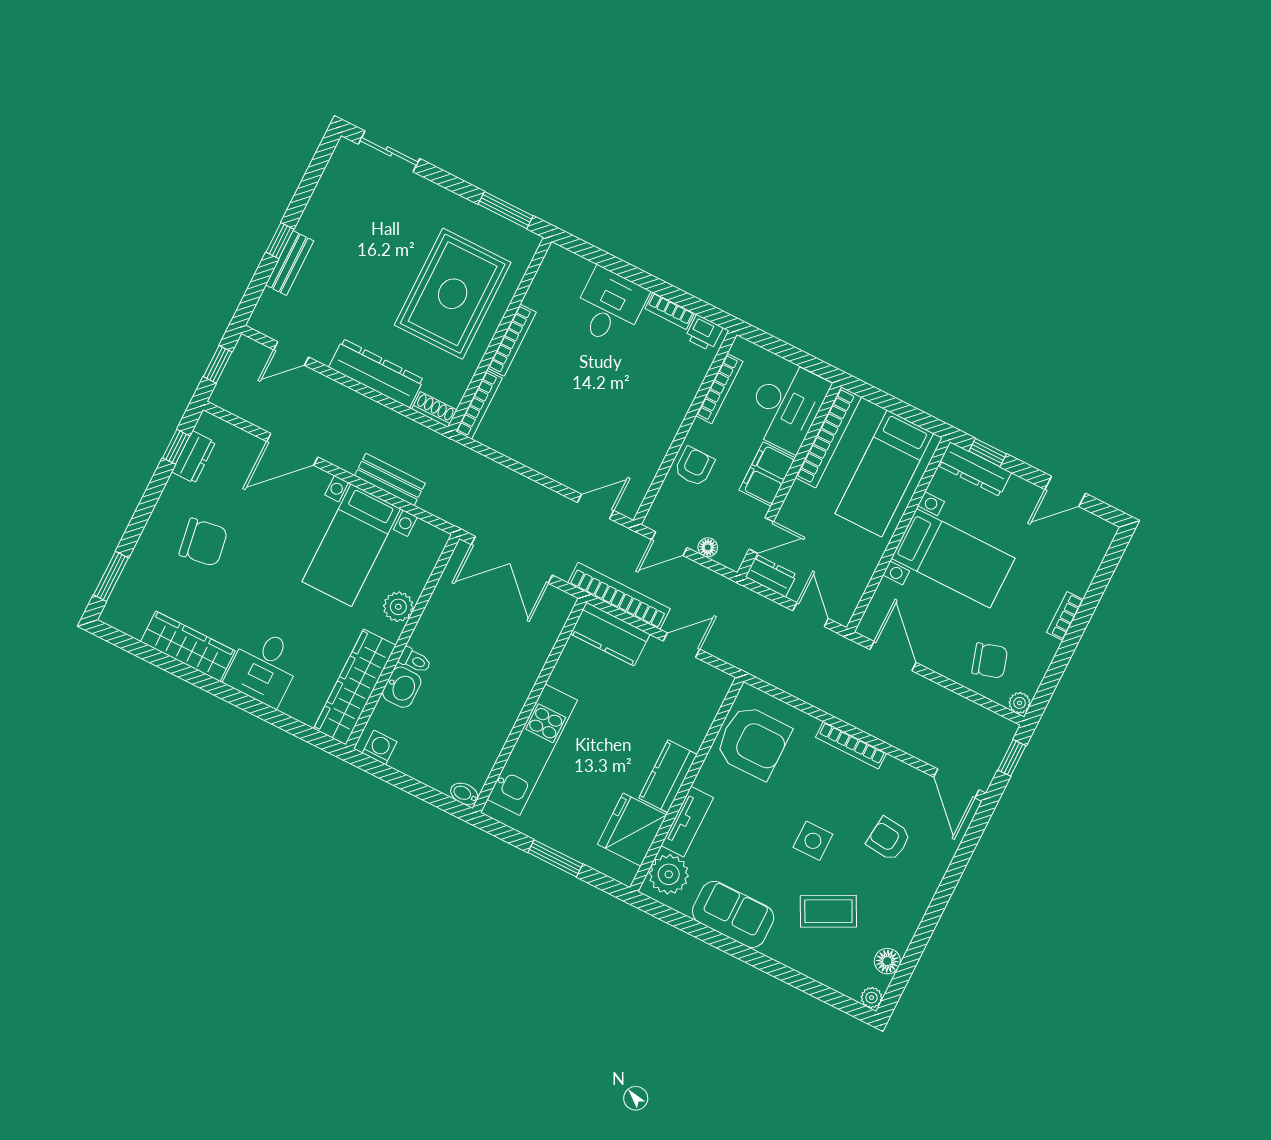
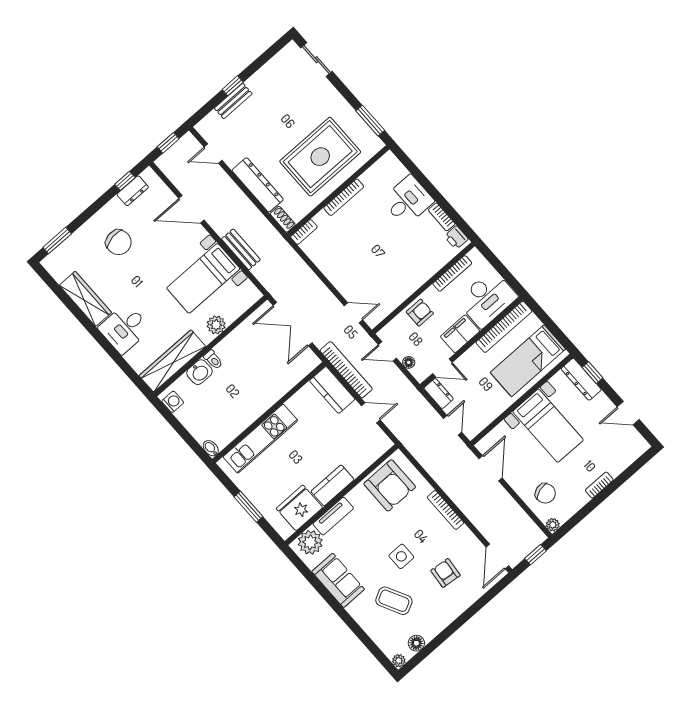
bookcase: (479, 405) -> (304, 232), width x0.64

